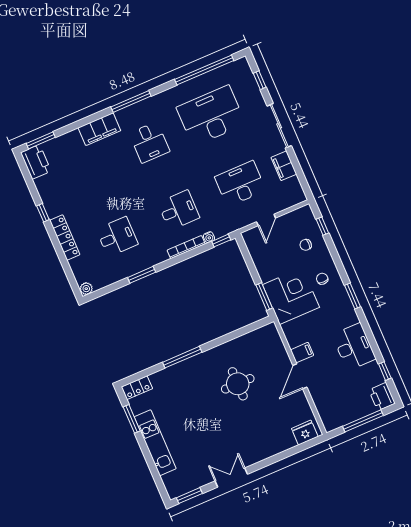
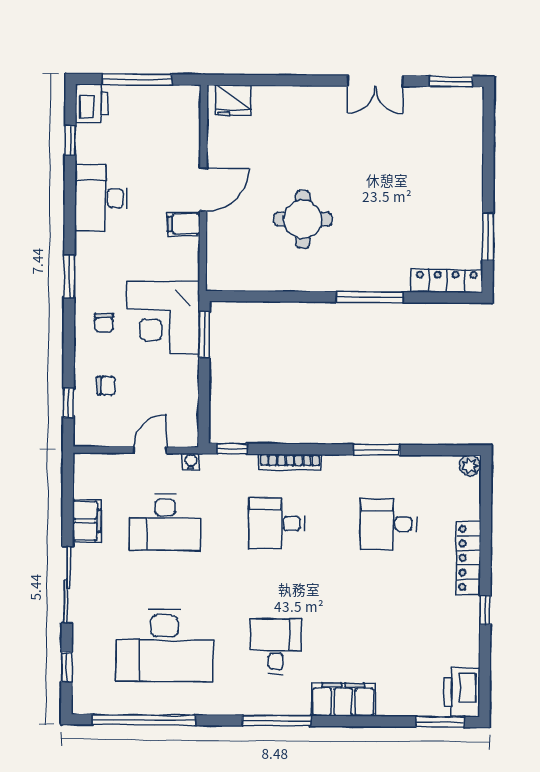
water cooler: (209, 237) -> (191, 462), moved
locker: (137, 388) -> (447, 281), width x1.53
kitchen unit: (155, 443) -> (468, 185), removed

